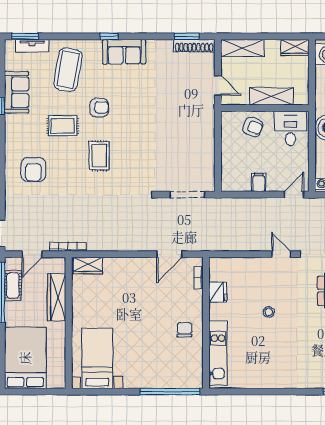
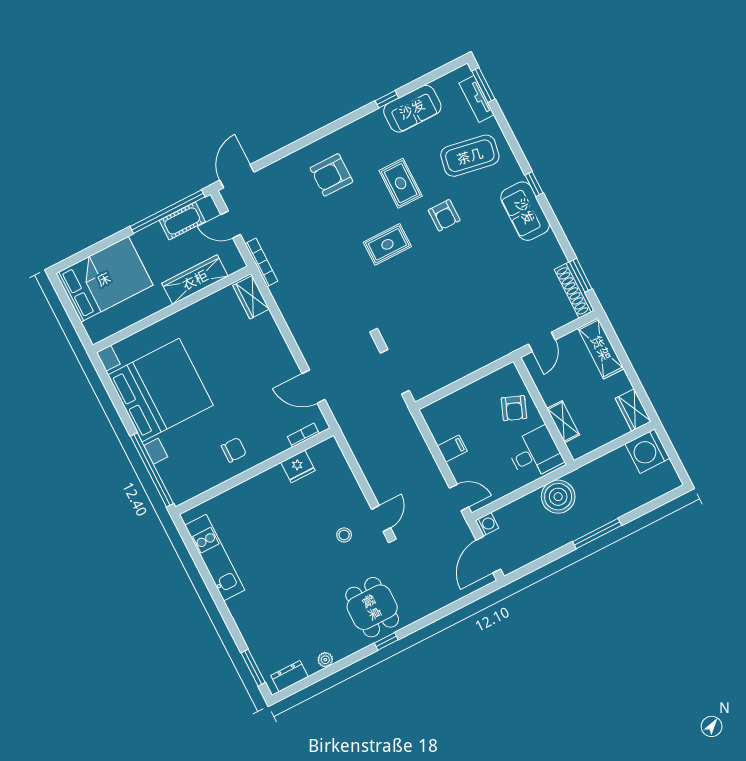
shelving: (272, 96) -> (563, 422), width x0.67, depth x0.75
stool: (269, 312) -> (344, 535), moved
kitchen unit: (218, 353) -> (215, 558), moved, turned -90
bed with nightstands: (97, 358) -> (161, 390), width x1.85

